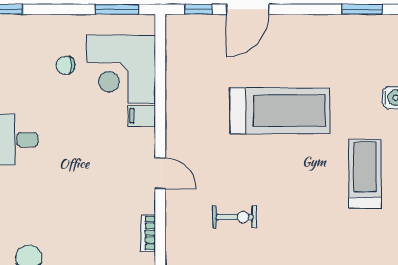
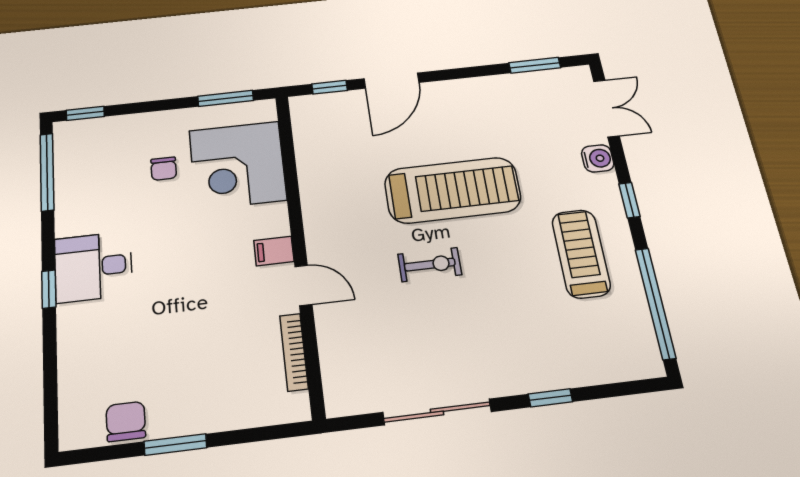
chair: (65, 65) -> (164, 169), turned -90
filing cabinet: (142, 116) -> (274, 251), moved
exercise bike: (235, 217) -> (430, 265), moved
bookcase: (148, 233) -> (294, 352), width x1.56

